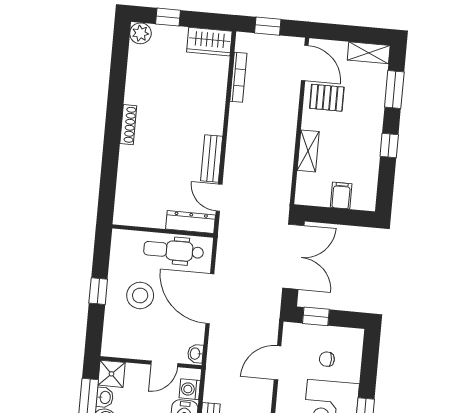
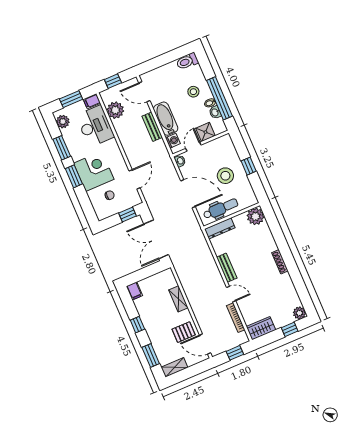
filing cabinet: (341, 196) -> (134, 291), moved
door: (219, 198) -> (231, 294), moved
plant: (128, 211) -> (255, 216), added
shower: (111, 374) -> (205, 132), moved

